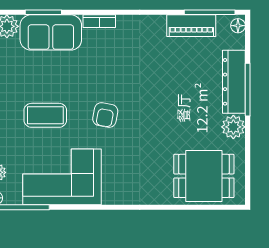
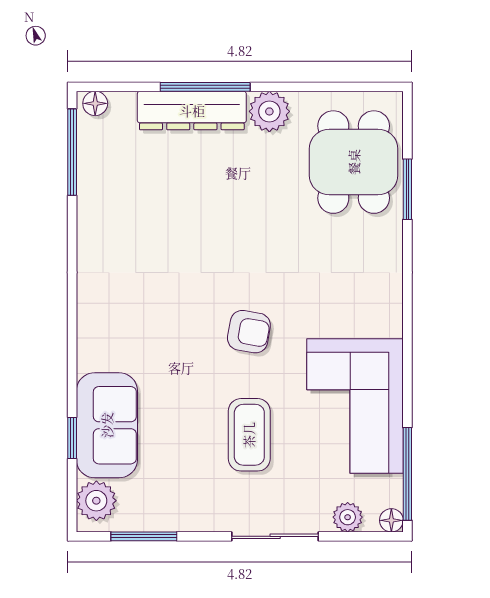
window: (43, 12) -> (72, 438), width x0.67
bookcase: (99, 21) -> (87, 342), removed
piano: (191, 26) -> (95, 184), removed
window: (188, 207) -> (407, 189), added

